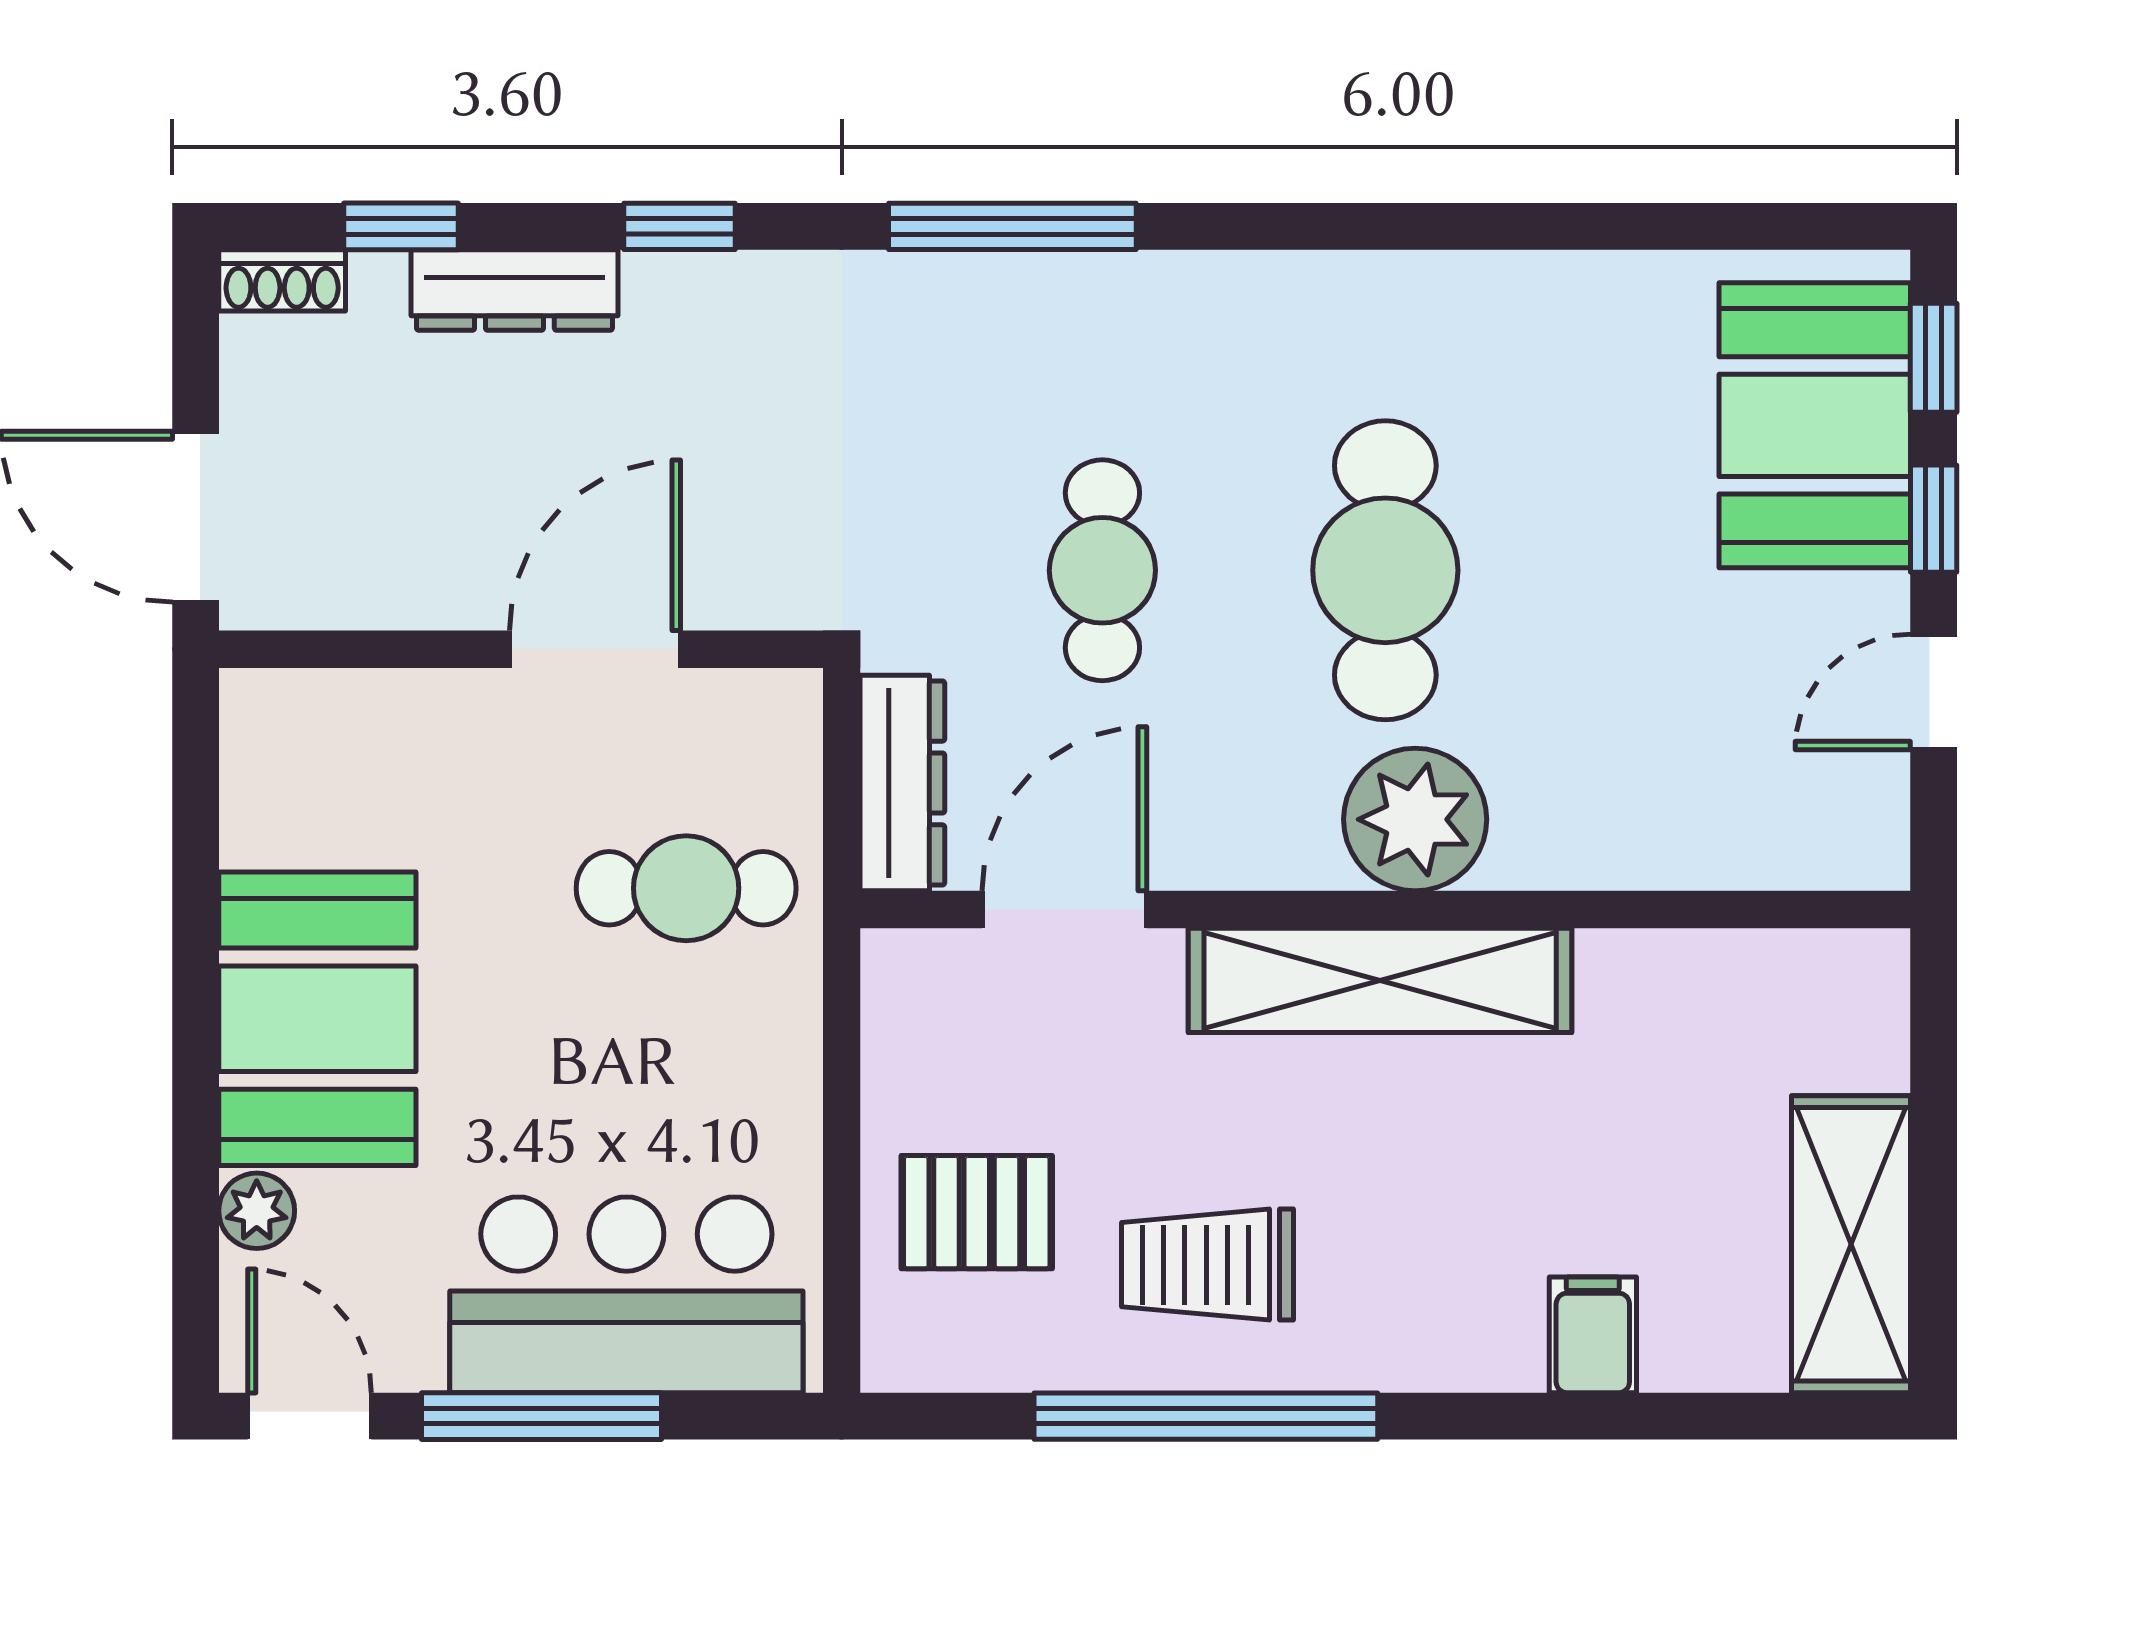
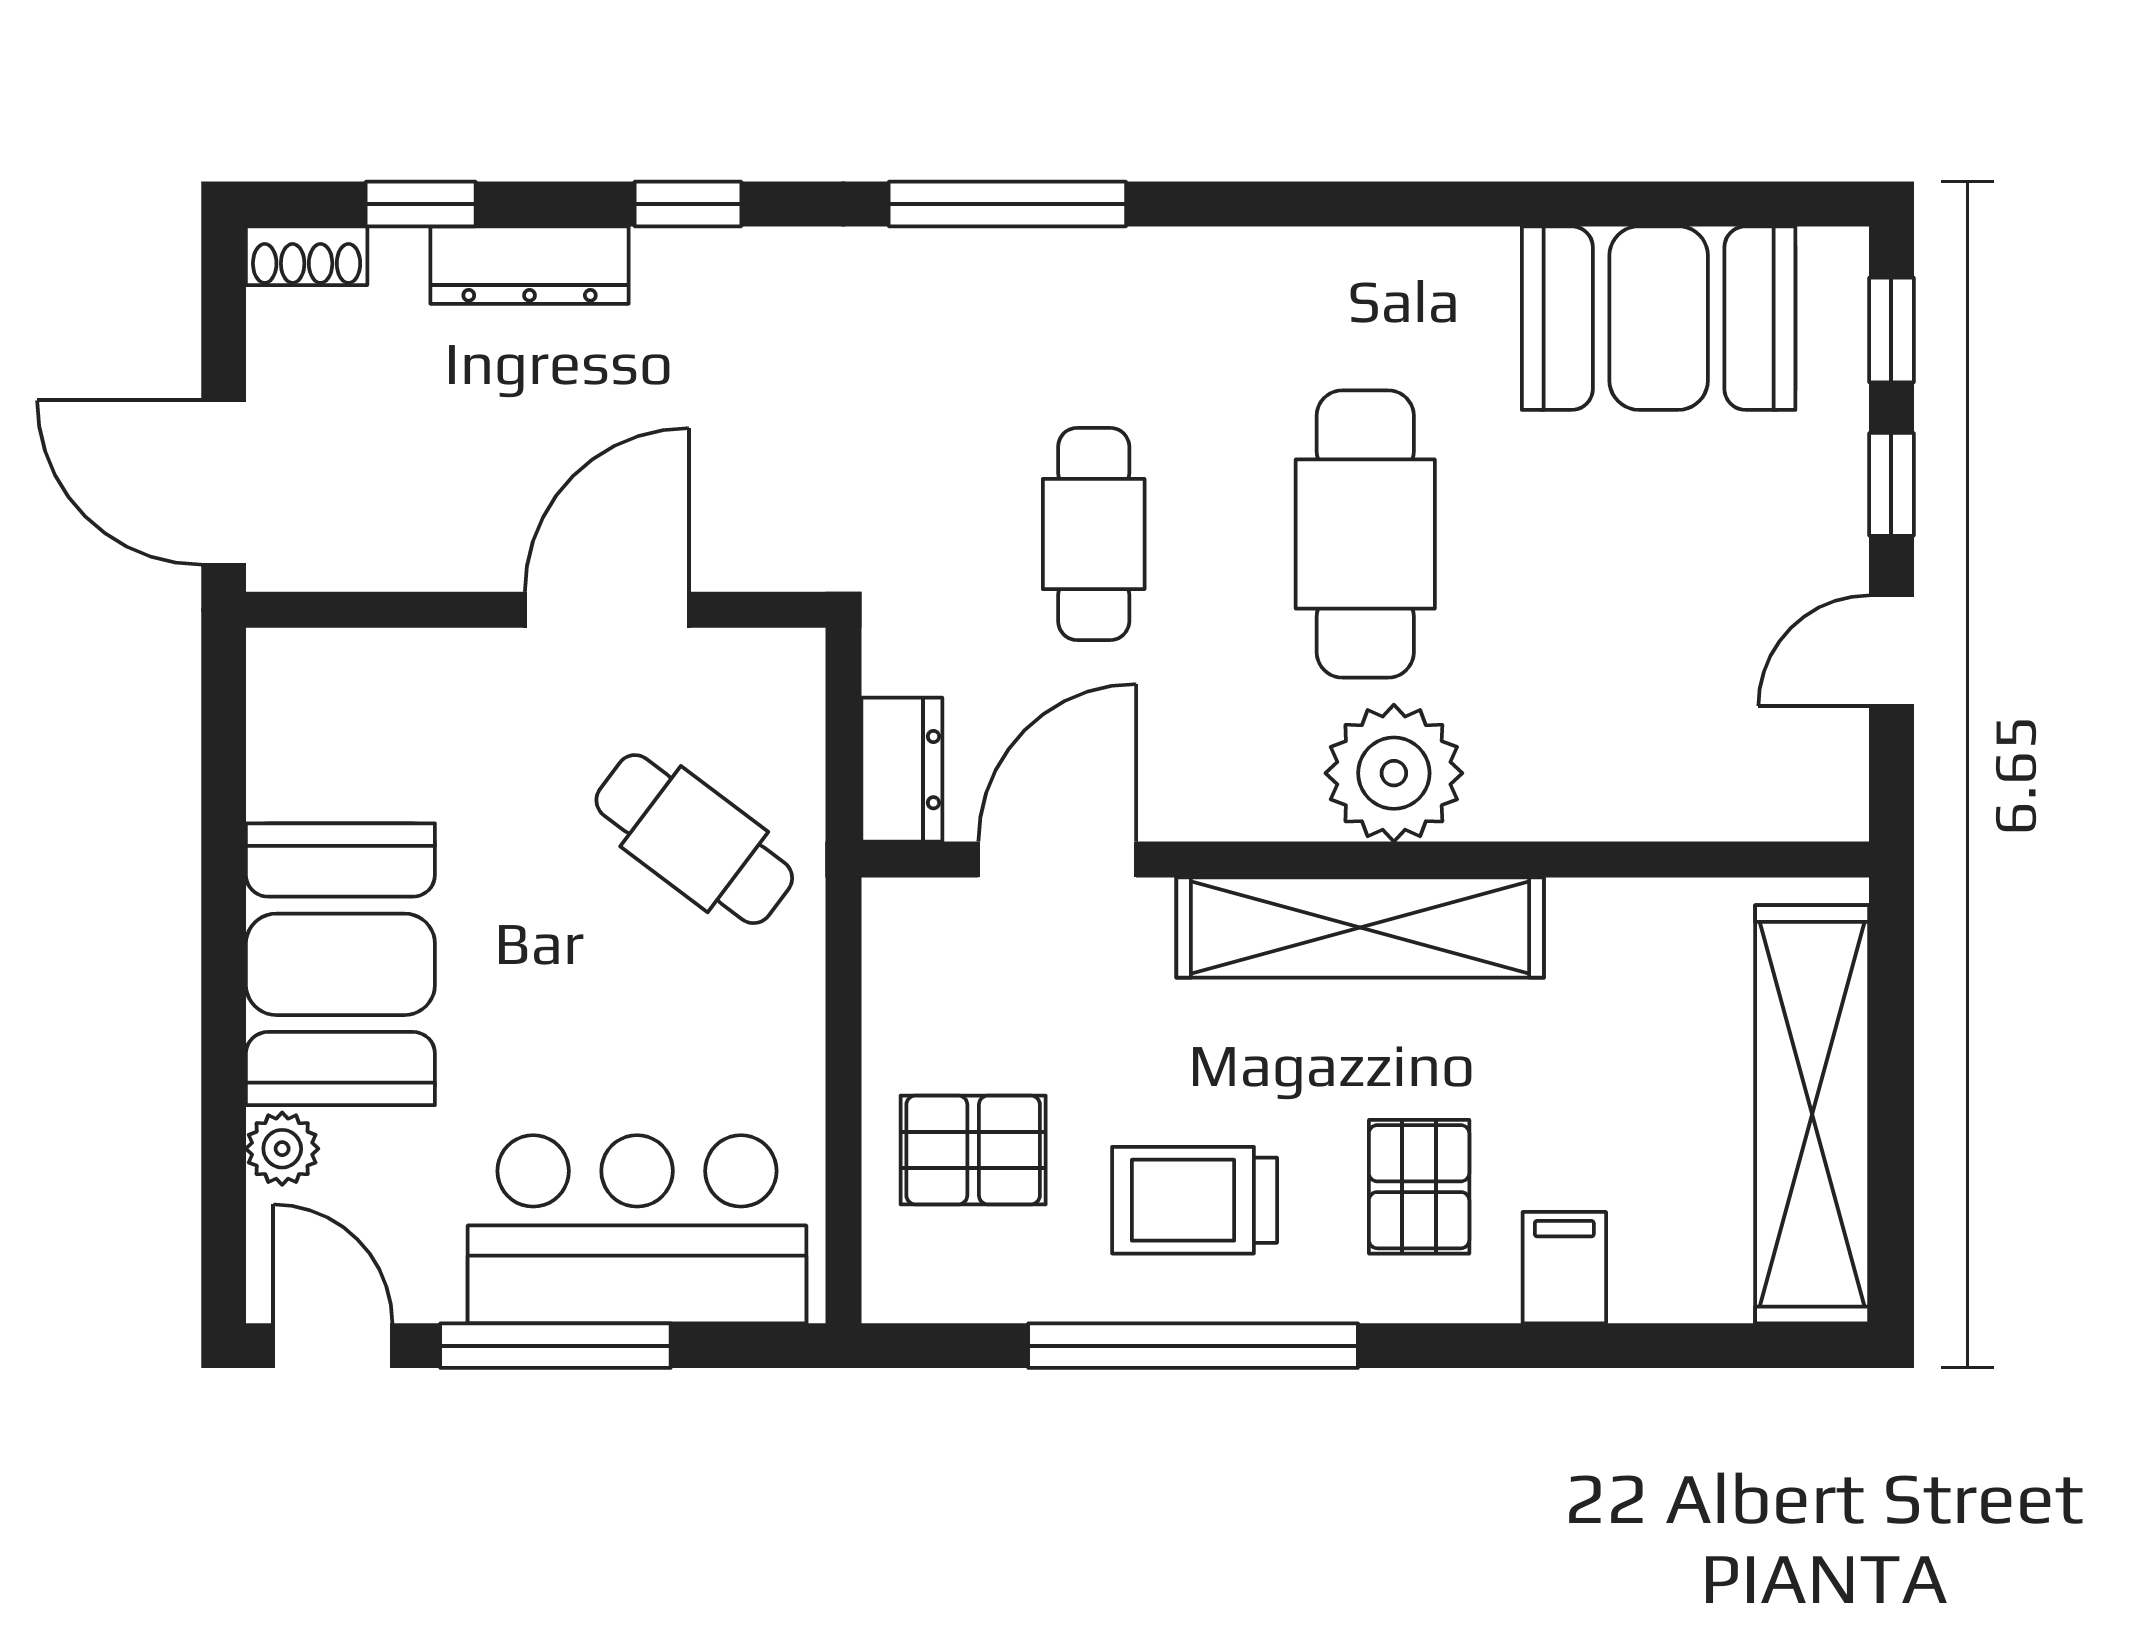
booth: (1815, 425) -> (1659, 318), moved, turned 90
dresser: (902, 783) -> (902, 770), width x0.70
cafe table: (686, 888) -> (694, 839), turned 37
shelving: (1851, 1244) -> (1812, 1114), width x1.47
pallet: (1441, 1250) -> (1419, 1187), added

